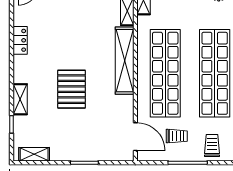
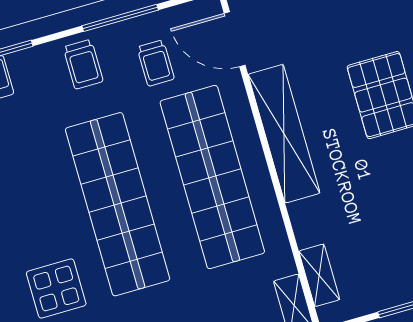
shelving: (125, 61) -> (284, 134), moved
trolley: (177, 136) -> (156, 63), turned -90

